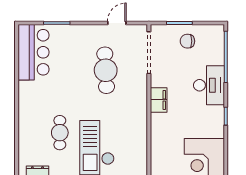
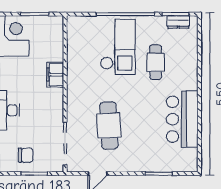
bar counter: (34, 52) -> (182, 119), moved
filing cabinet: (159, 100) -> (55, 75), moved

